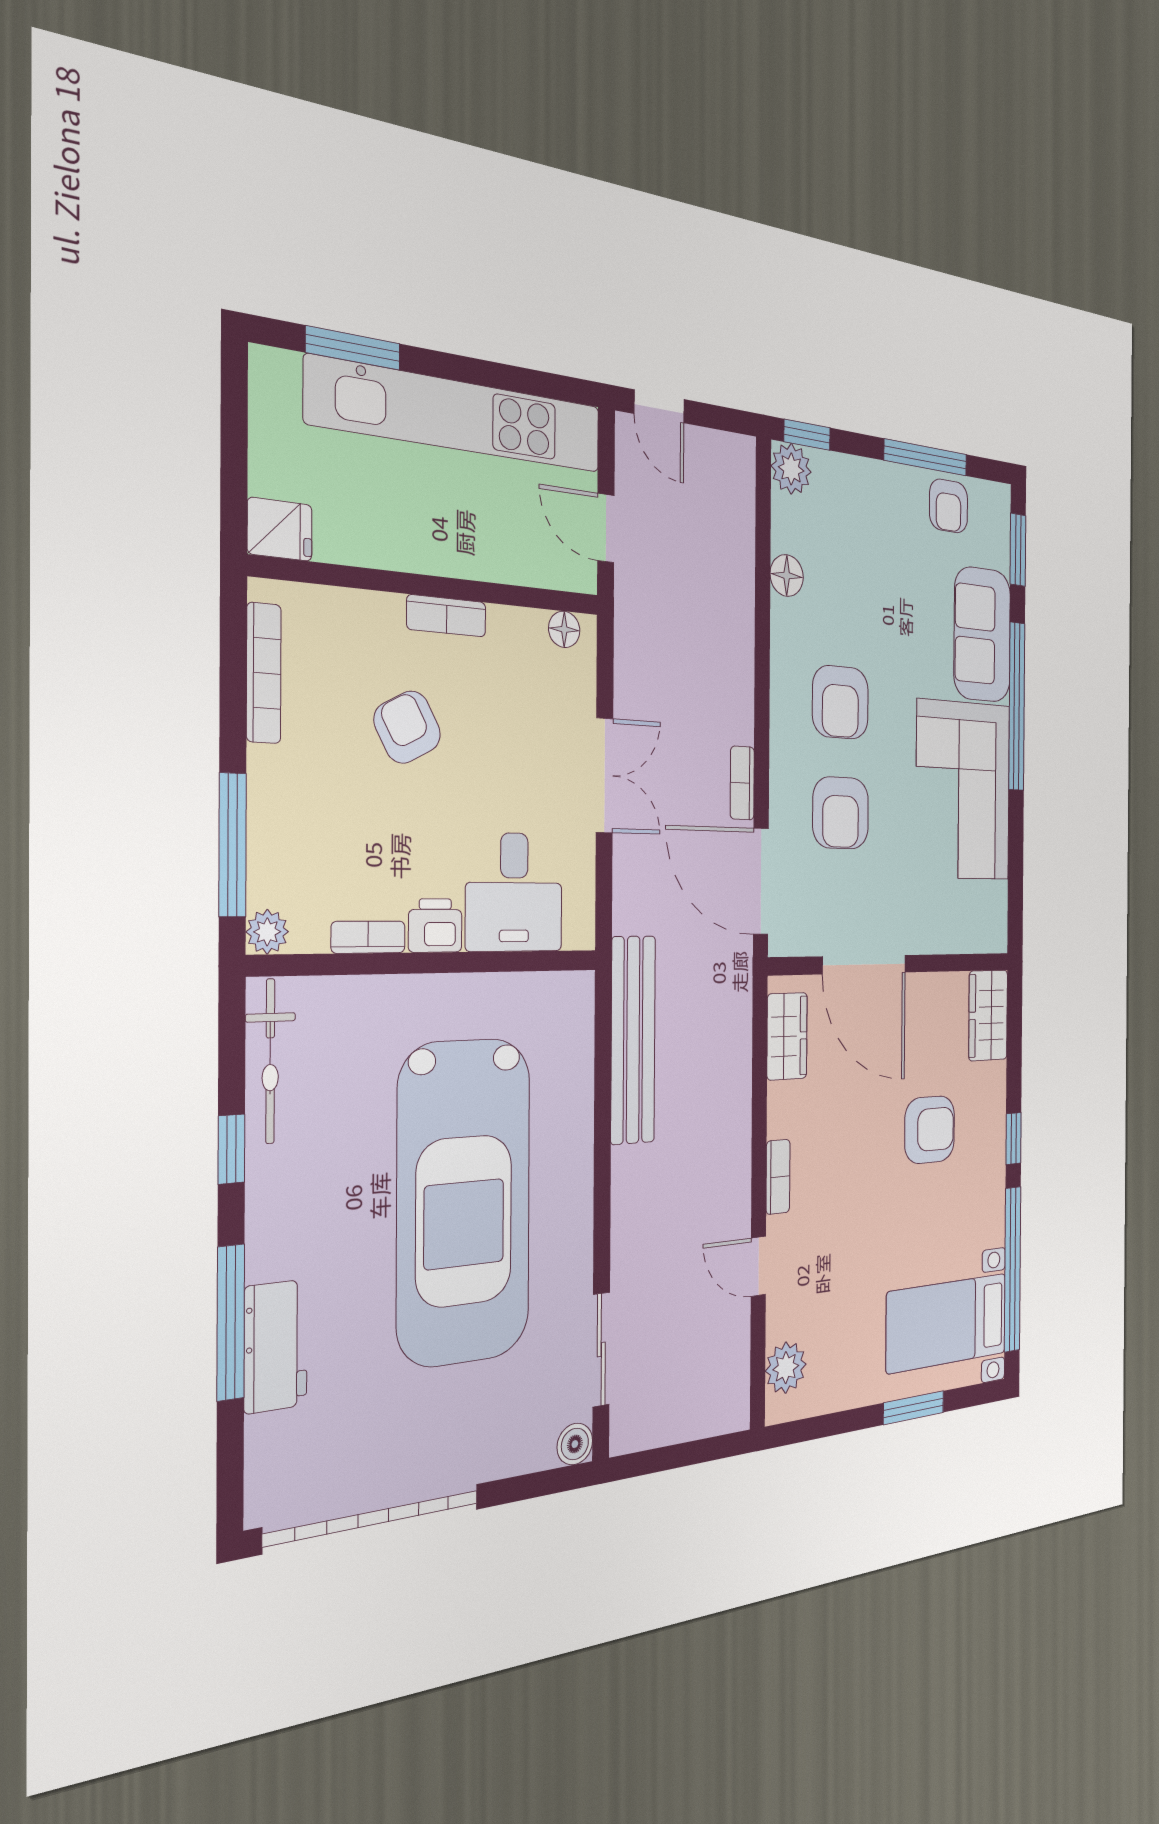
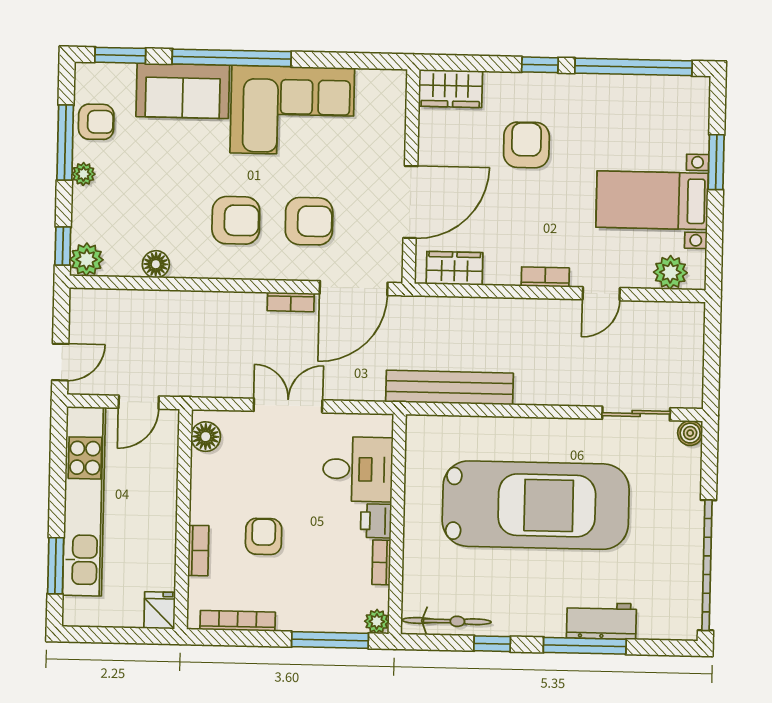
plant: (891, 479) -> (83, 174), added
bookcase: (446, 616) -> (198, 551), moved
floor lamp: (564, 629) -> (206, 437), width x1.37, depth x1.37
armchair: (407, 727) -> (264, 536), turned 118
bed with nightstands: (947, 1323) -> (652, 200), moved, turned 90

